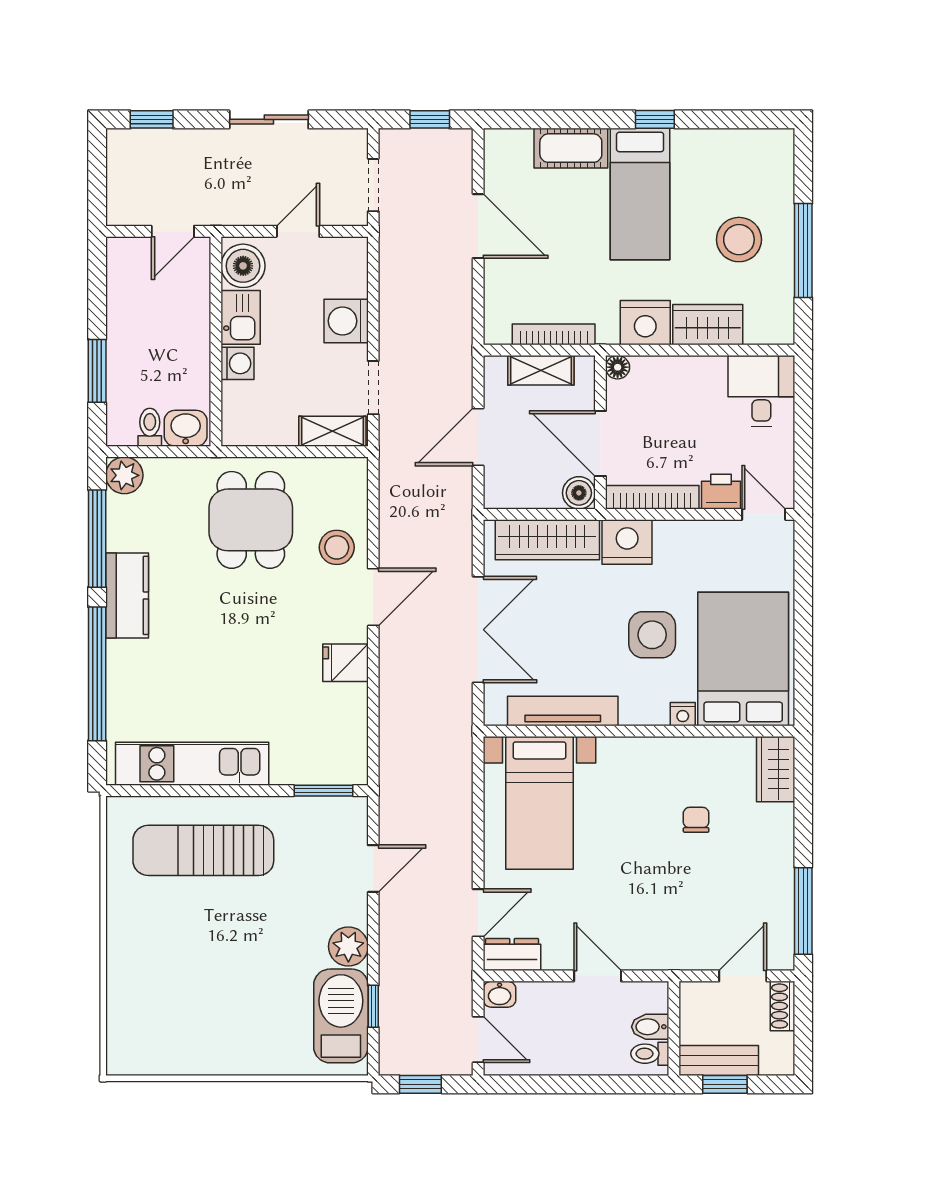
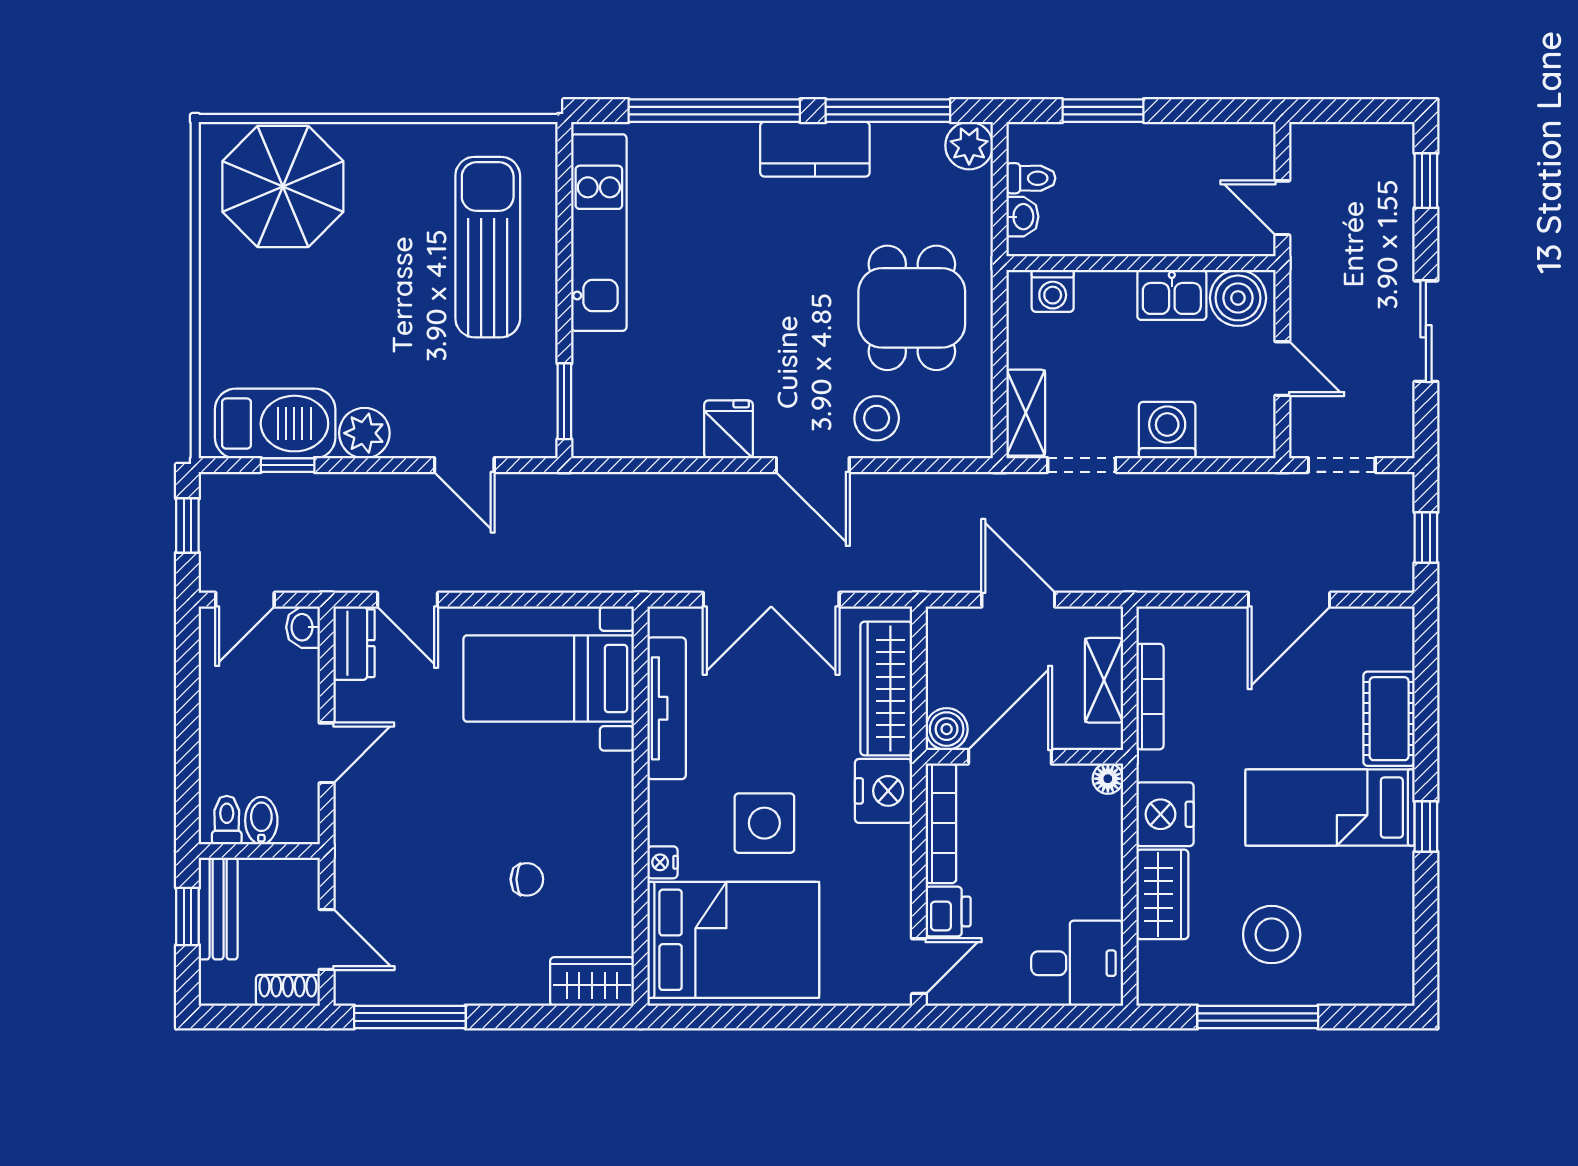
washing machine: (238, 363) -> (1053, 291), moved
washbasin: (186, 428) -> (1022, 217), width x0.72, depth x0.69
dining table: (251, 520) -> (912, 308), turned 90
parasol: (156, 1010) -> (283, 187), added

